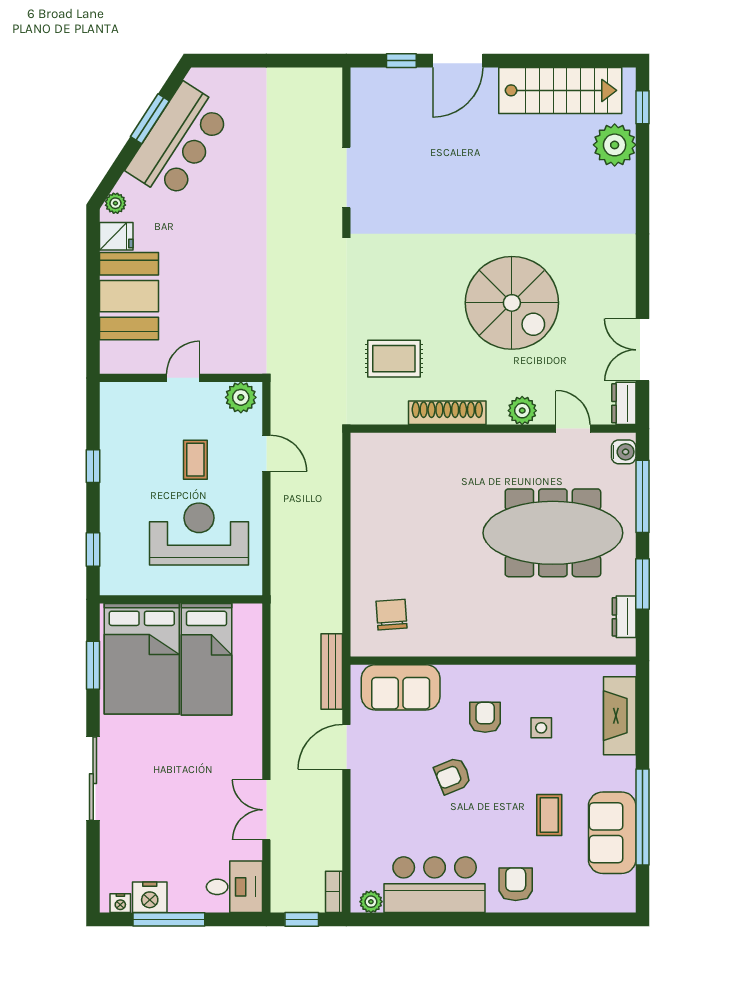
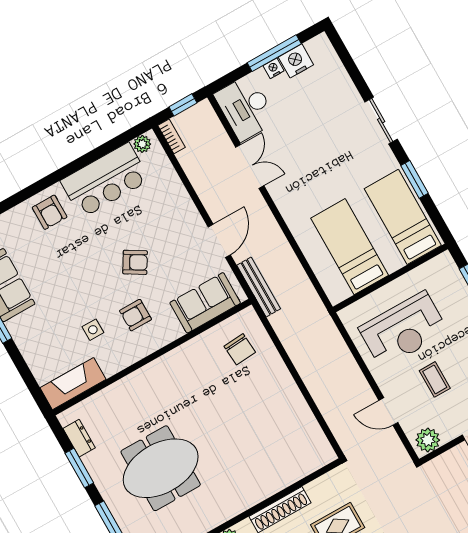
meeting table: (553, 533) -> (161, 468), width x0.73
bed: (142, 659) -> (403, 217), width x0.67
window: (93, 665) -> (414, 179), moved
fireplace: (620, 716) -> (73, 384), moved, turned -90
armchair: (485, 717) -> (136, 315), turned 90
armchair: (453, 776) -> (135, 262), turned 53
sliding door: (93, 779) -> (381, 121), width x0.73
coffee table: (549, 815) -> (53, 273), removed
desk: (234, 887) -> (246, 108), width x1.37
nightstand: (120, 903) -> (274, 68), moved

